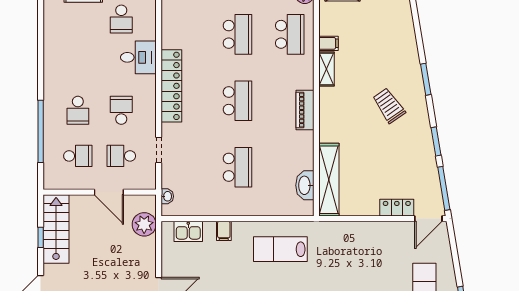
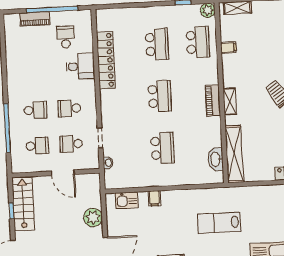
school desk: (121, 19) -> (66, 37), turned 180
shelving: (327, 69) -> (230, 101), moved
locker: (171, 86) -> (106, 60), moved
school desk: (78, 110) -> (35, 110), turned -90
school desk: (121, 110) -> (69, 108), turned -90
washbasin: (167, 196) -> (108, 163), moved
plant: (144, 224) -> (93, 217), moved
lab bench: (280, 249) -> (219, 223), moved

